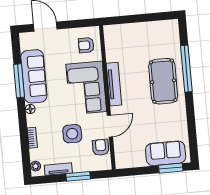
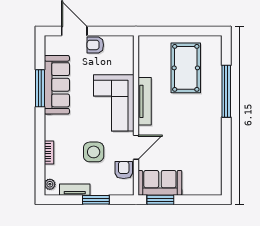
armchair: (86, 45) -> (95, 45), moved
pool table: (163, 81) -> (186, 68), moved
floor lamp: (30, 109) -> (50, 121), removed
sofa: (166, 153) -> (160, 183), moved
window: (171, 168) -> (160, 200), moved

